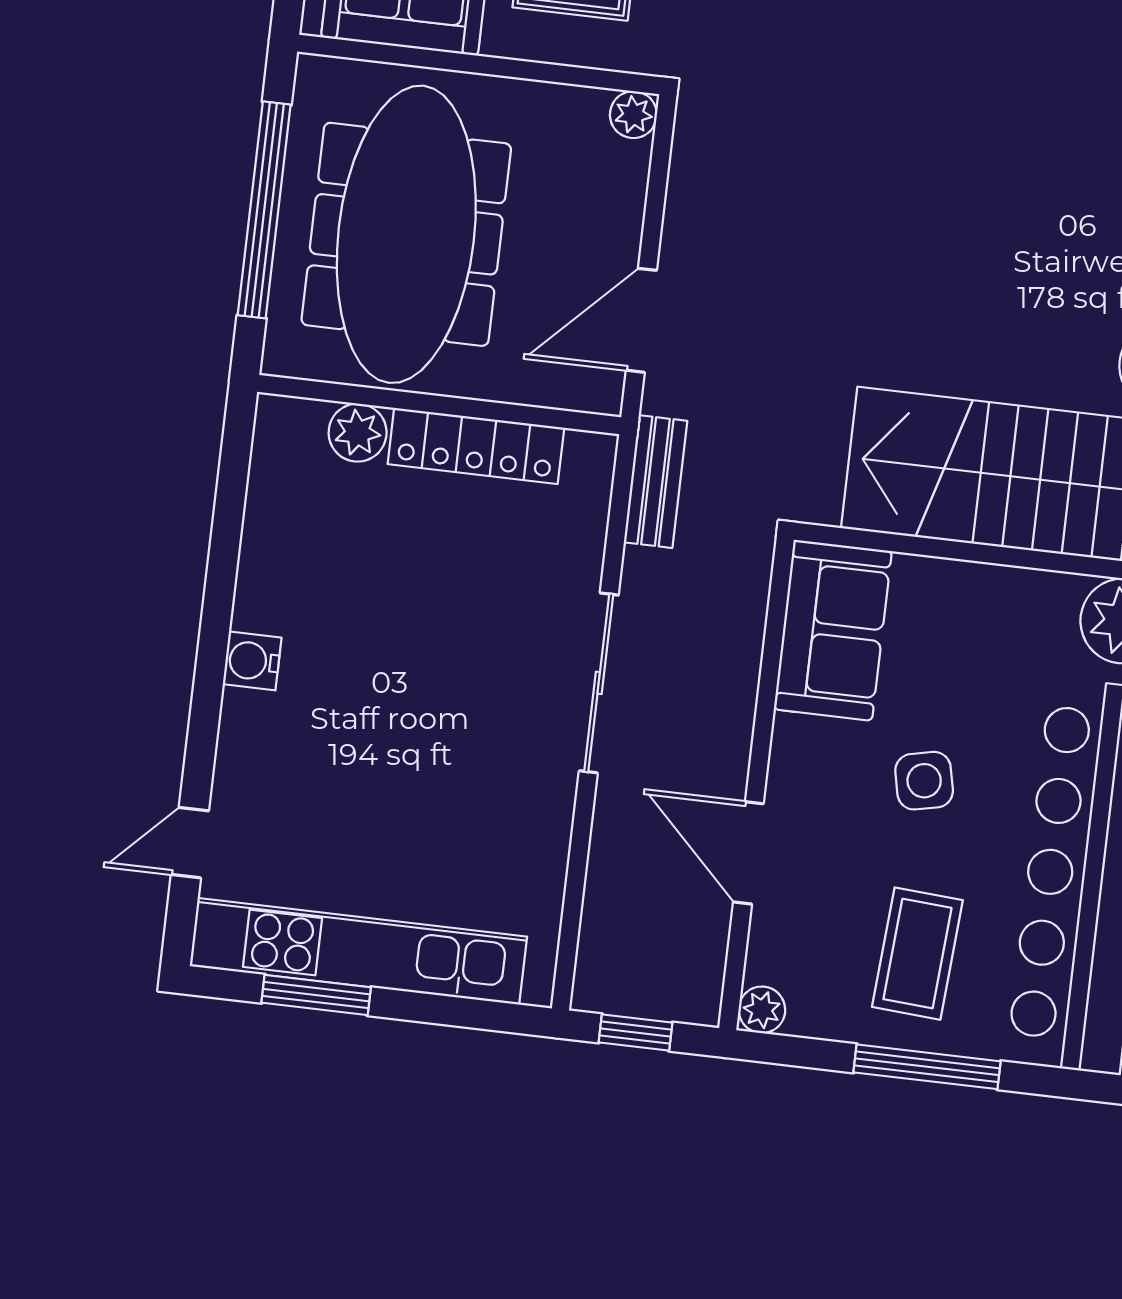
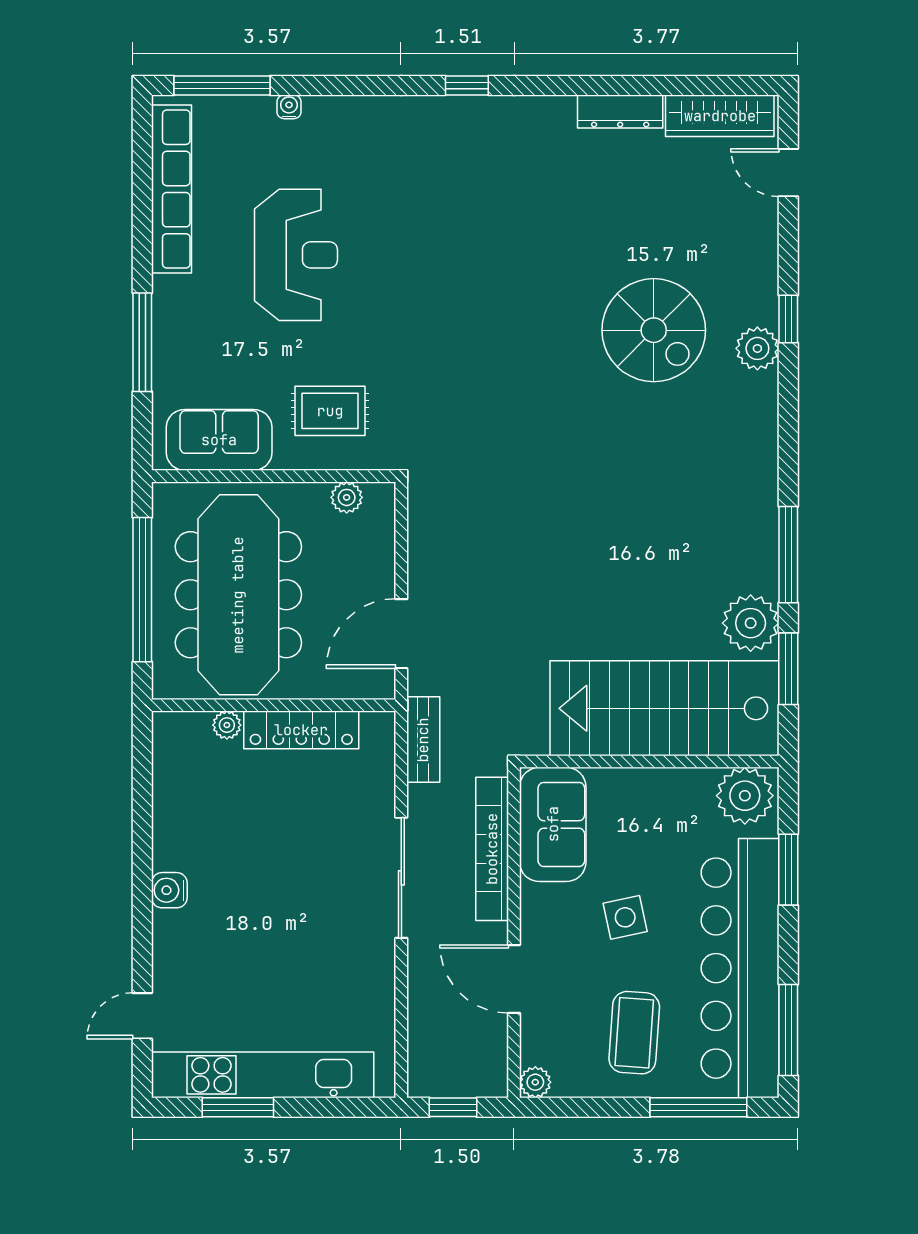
plant: (633, 115) -> (347, 497), moved
plant: (358, 433) -> (227, 725), width x0.73, depth x0.73
bookcase: (739, 656) -> (492, 849), added
window: (927, 1067) -> (698, 1107), moved

